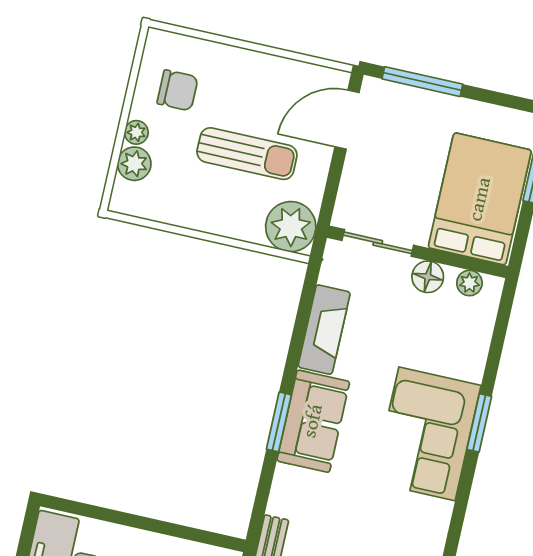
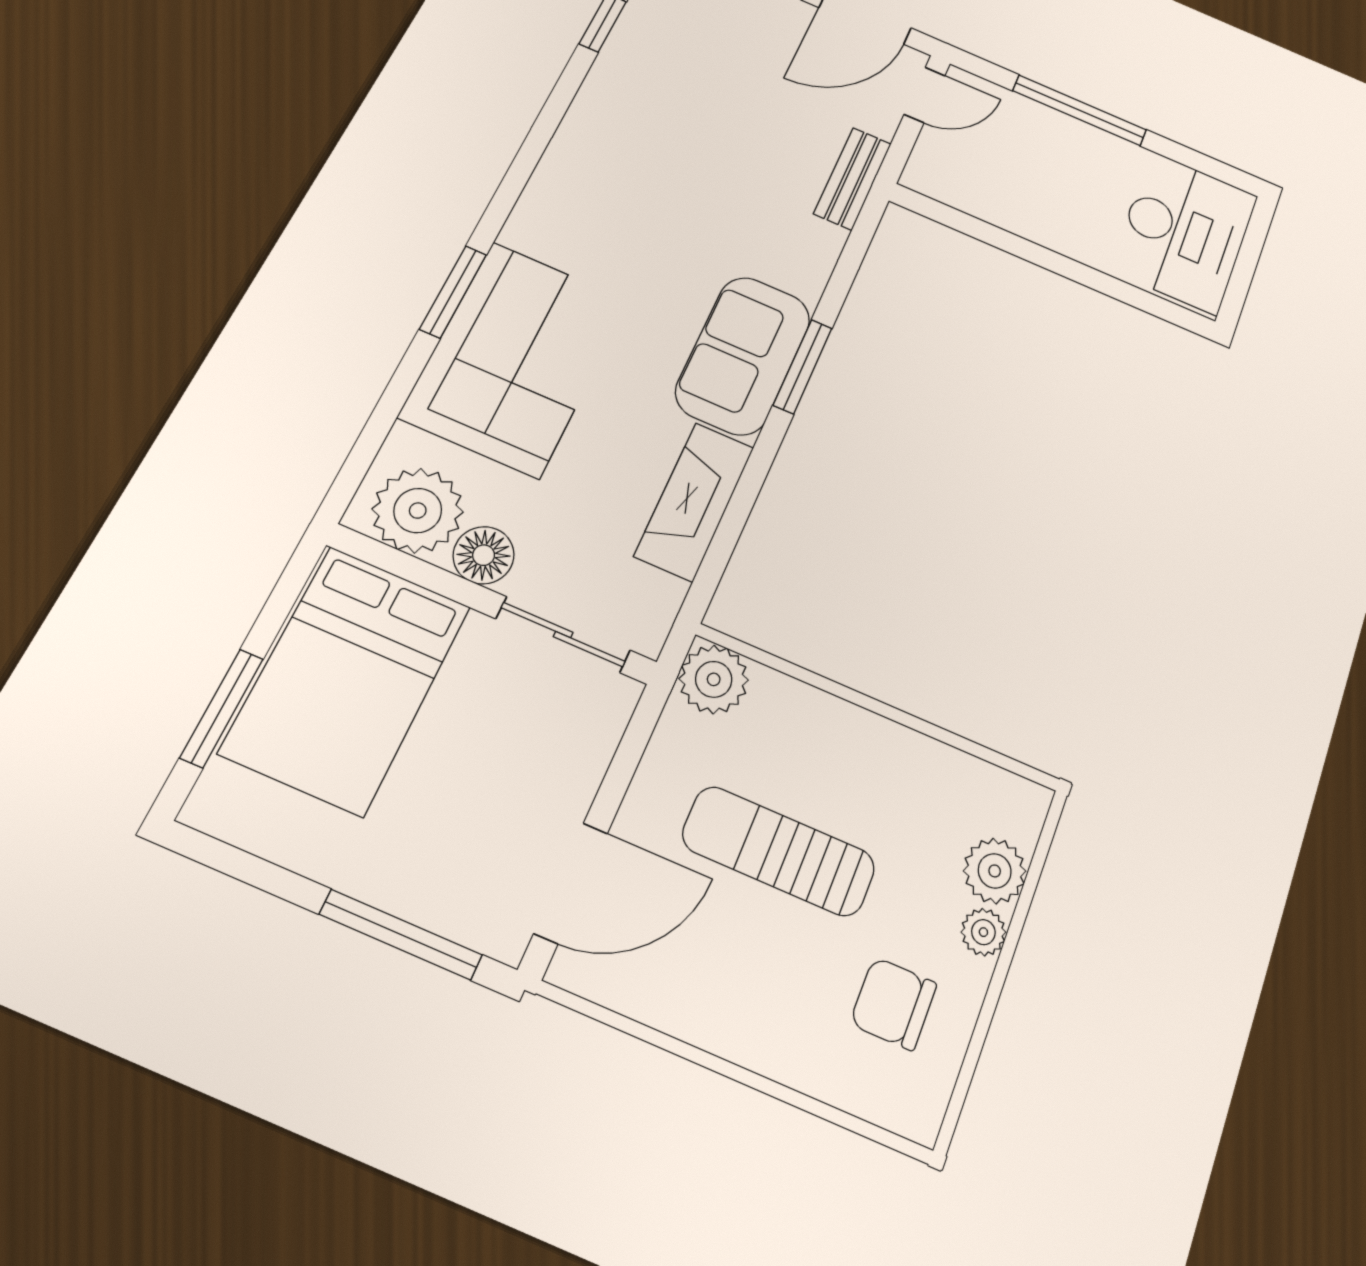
plant: (291, 227) -> (714, 679), width x0.73, depth x0.73
plant: (469, 283) -> (418, 511), width x1.88, depth x1.88
corner sofa: (427, 434) -> (516, 358), moved

